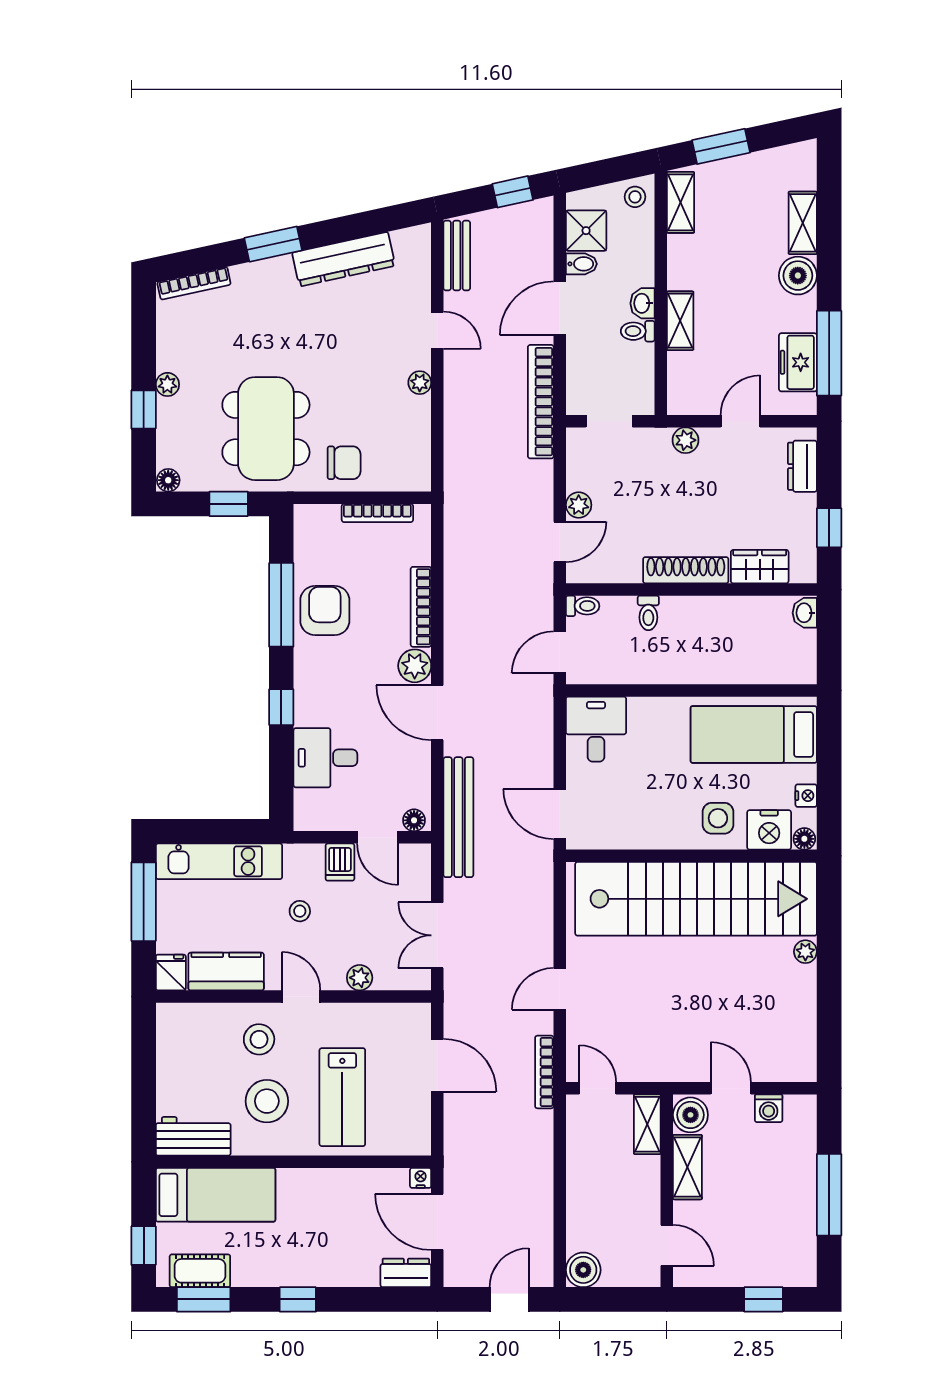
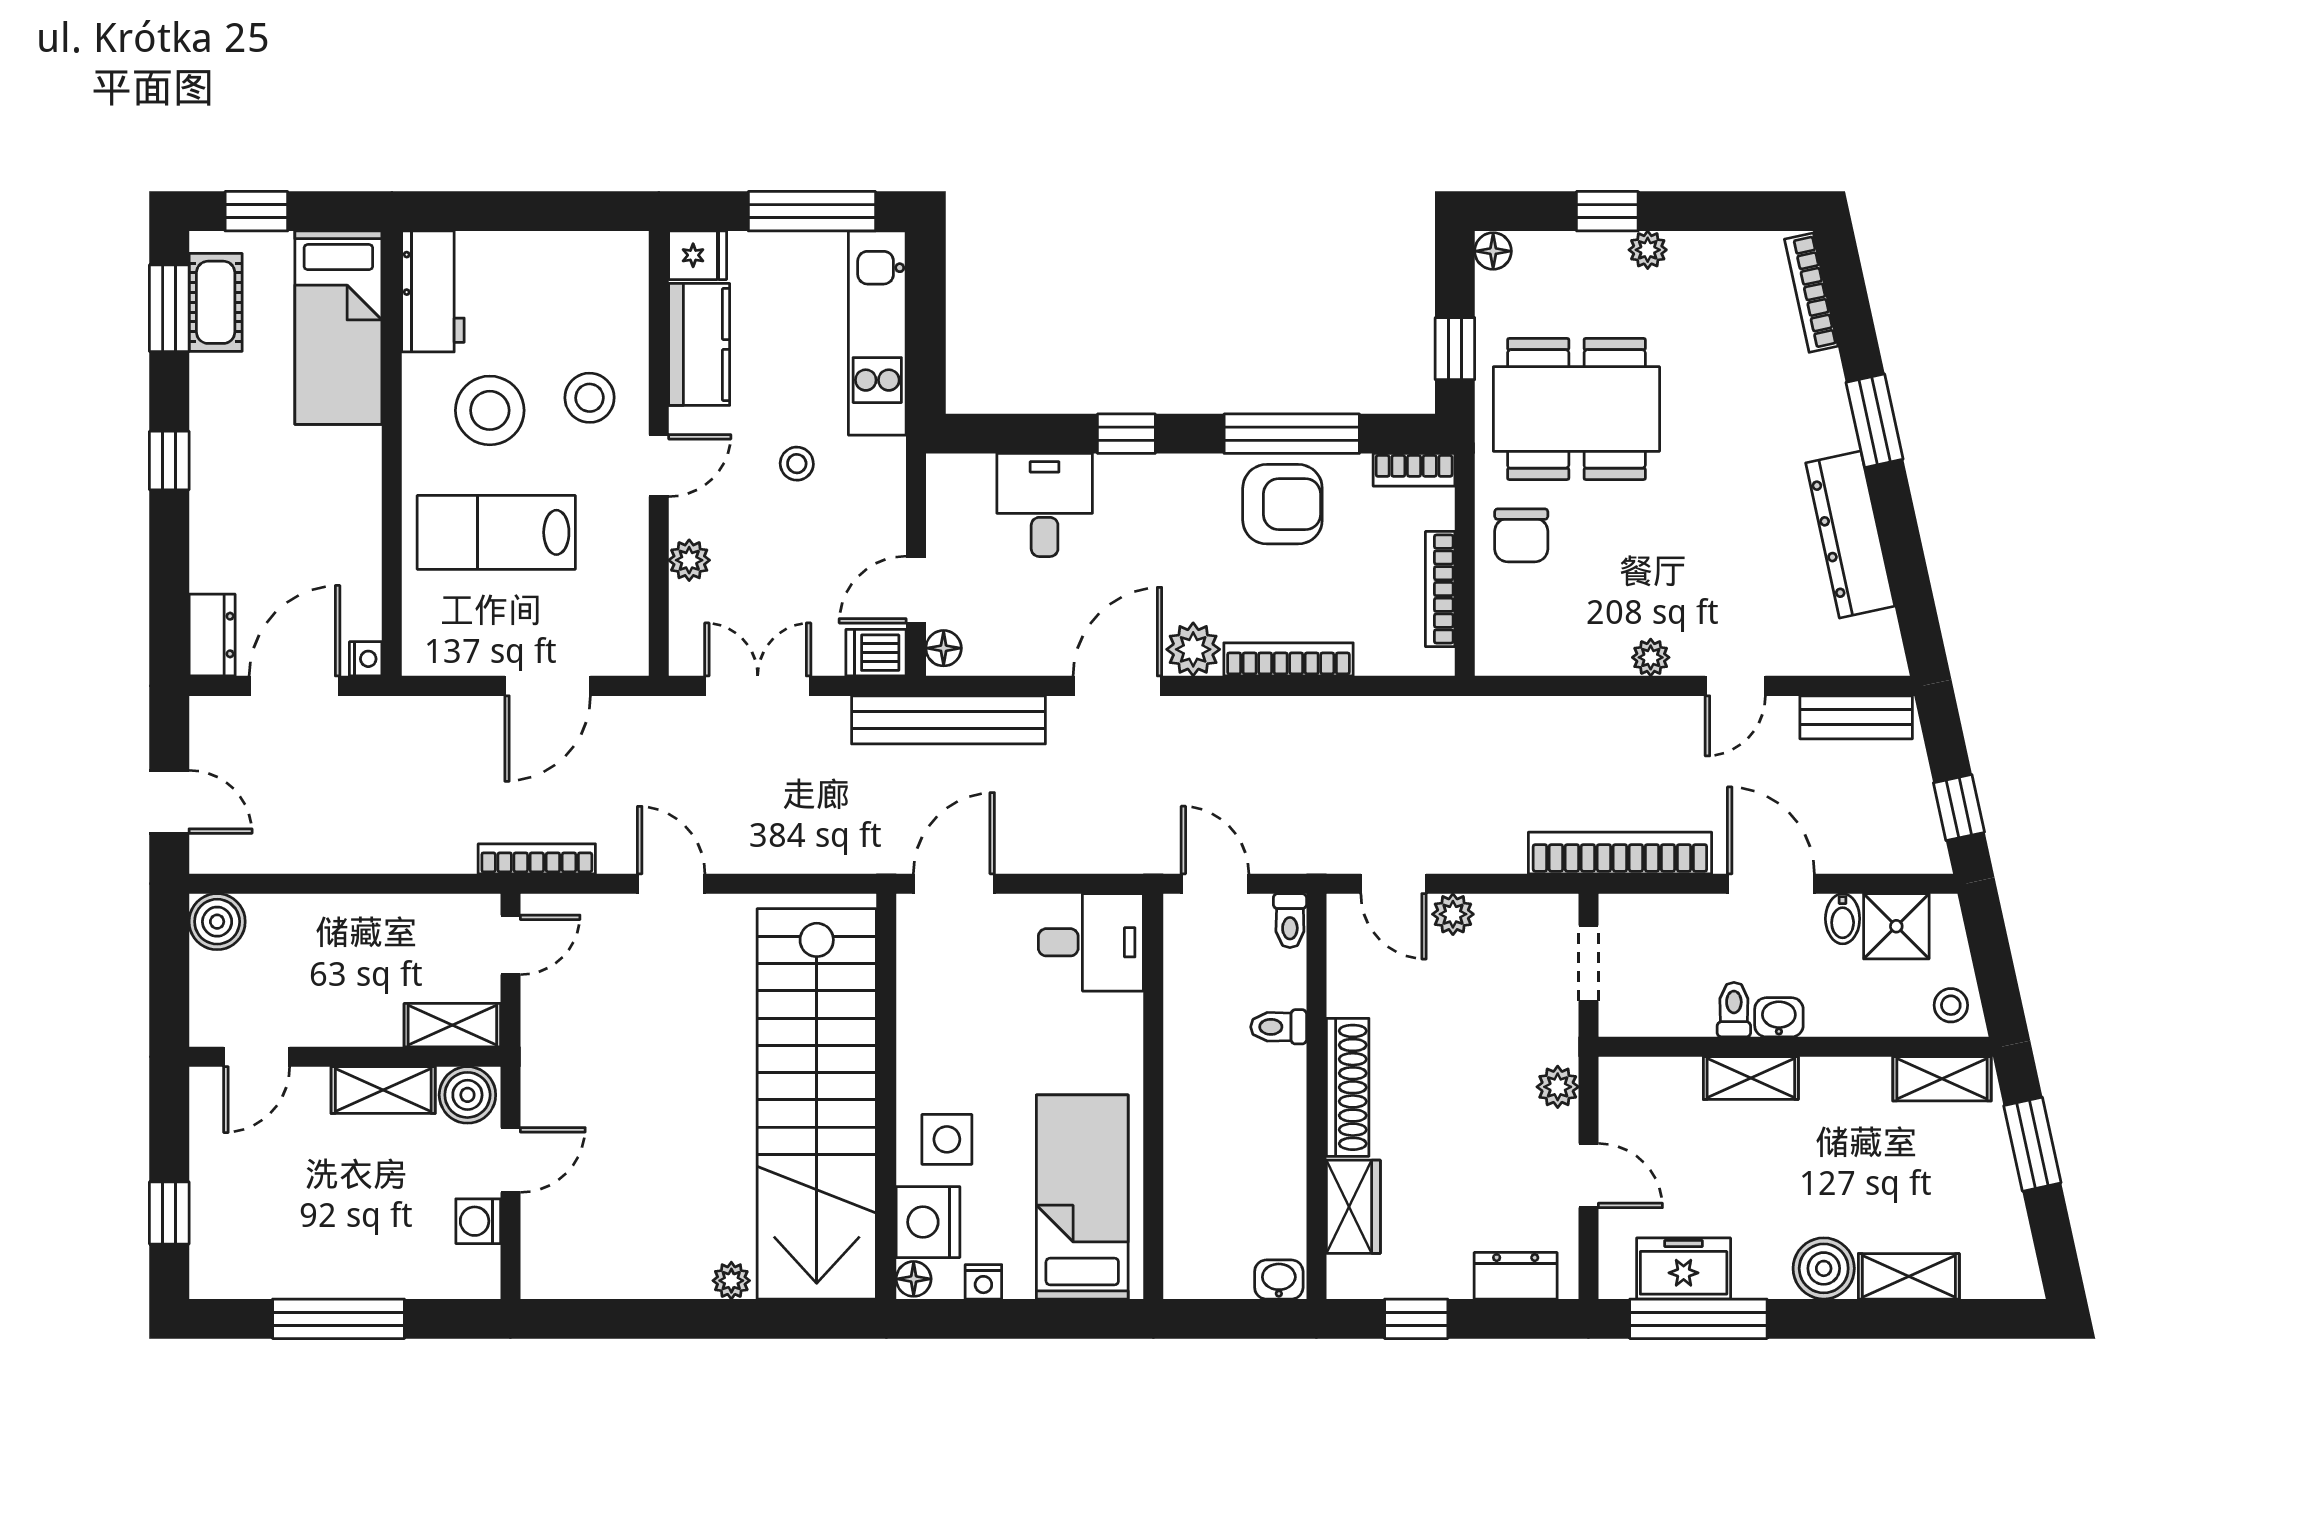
bookcase: (304, 529) -> (1414, 470), added
dishwasher: (340, 862) -> (876, 653), moved

